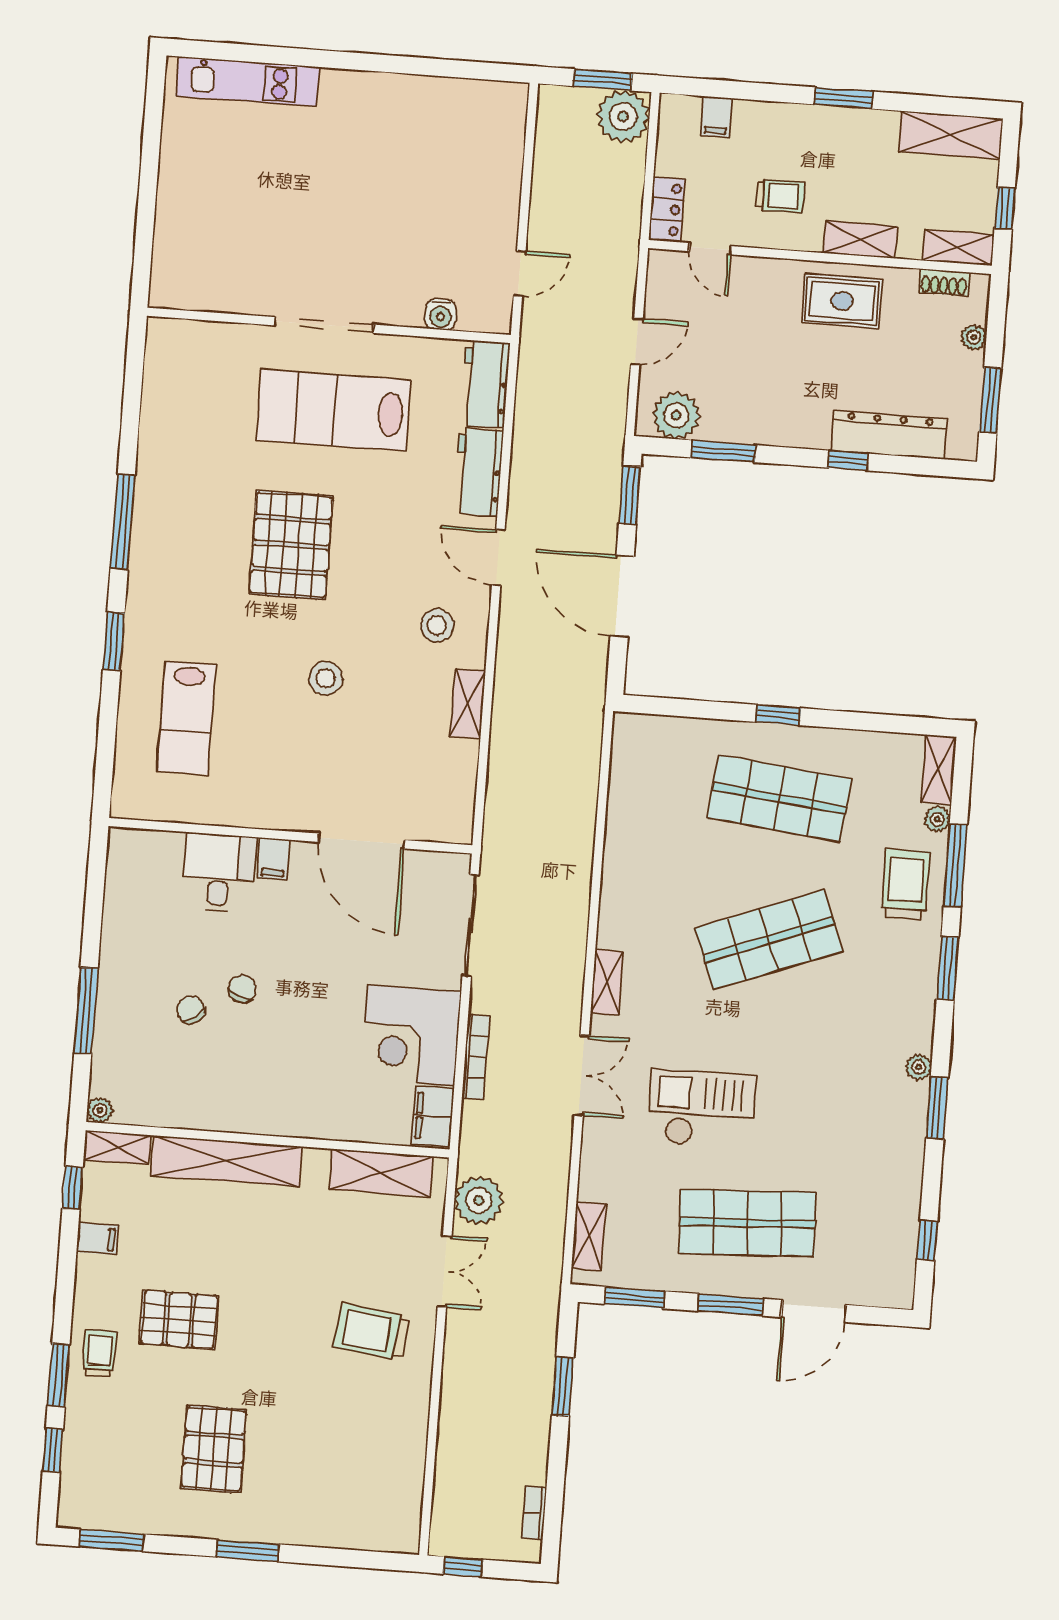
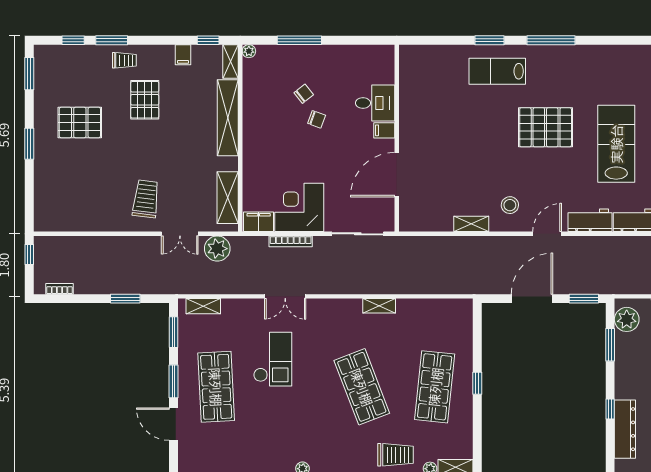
stool: (326, 678) -> (479, 150), removed
lab bench: (186, 718) -> (497, 71), moved
shelving: (607, 982) -> (379, 306), moved

